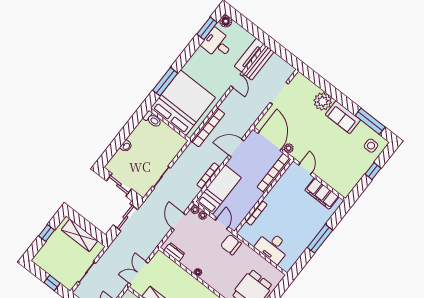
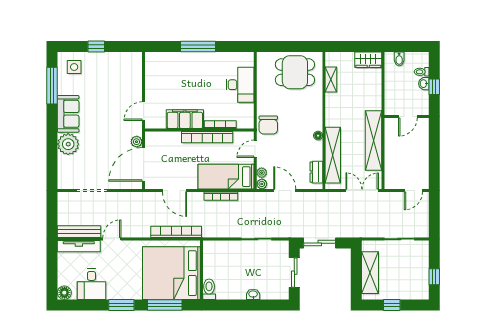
window: (207, 28) -> (121, 305), moved
bookcase: (274, 173) -> (207, 137), moved
filing cabinet: (322, 194) -> (185, 119), moved, turned -90
door: (179, 221) -> (285, 191), swing flipped
shelving: (177, 272) -> (333, 155), added
double door: (138, 273) -> (362, 191), swing flipped
window: (52, 283) -> (434, 277), moved

